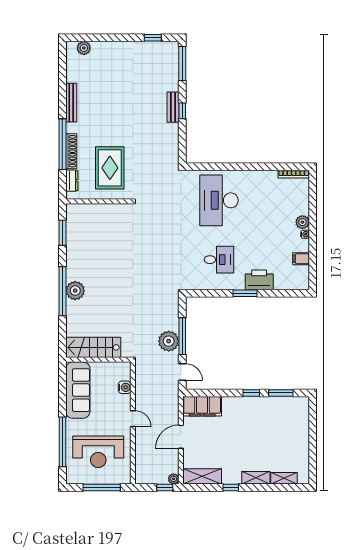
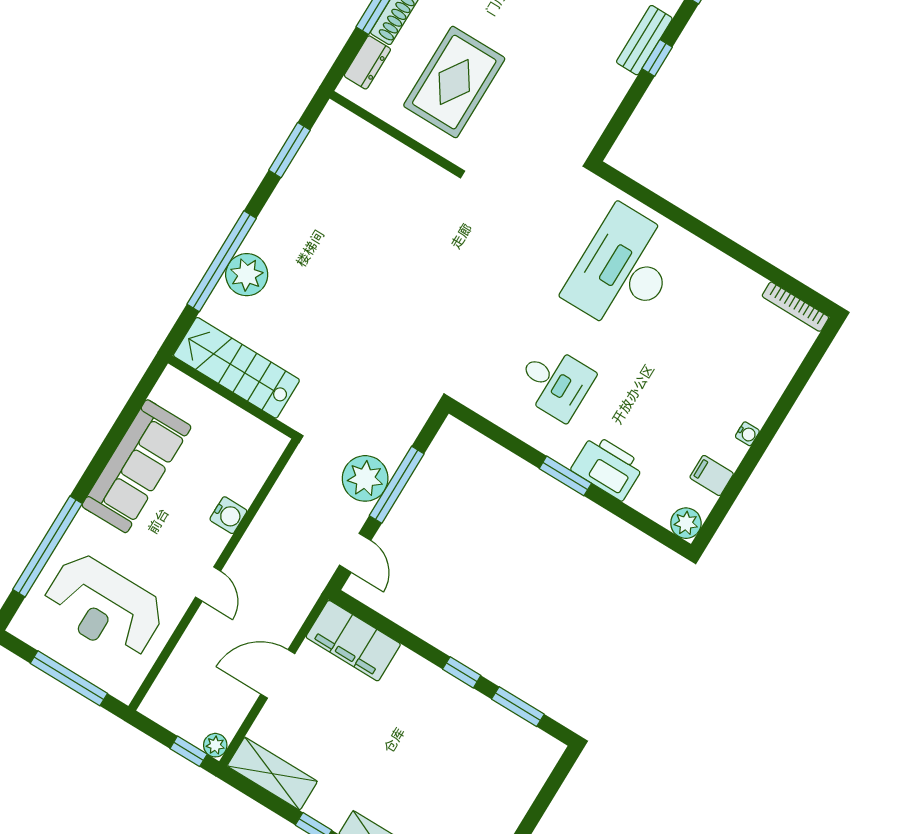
plant: (302, 222) -> (686, 523), moved
stairs: (93, 347) -> (236, 368), moved
wall: (98, 360) -> (232, 397), moved

